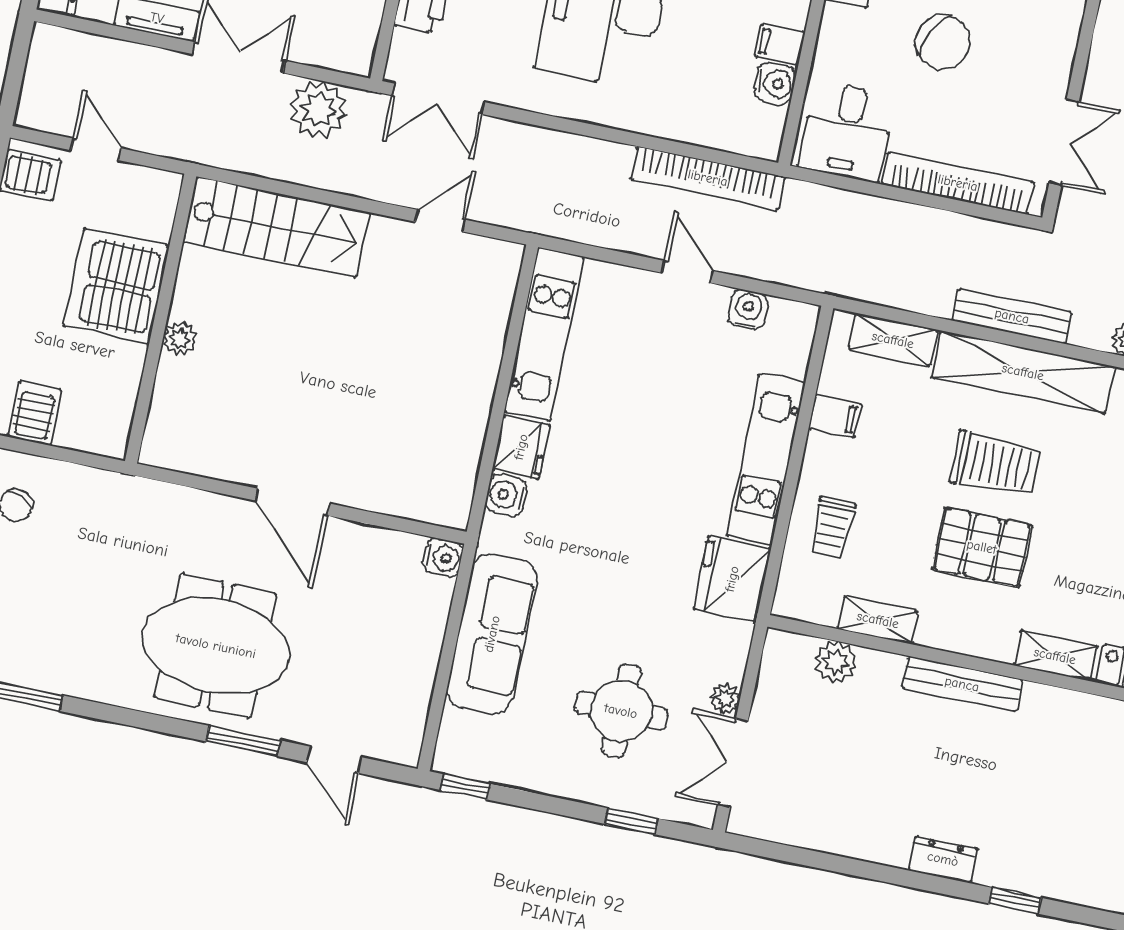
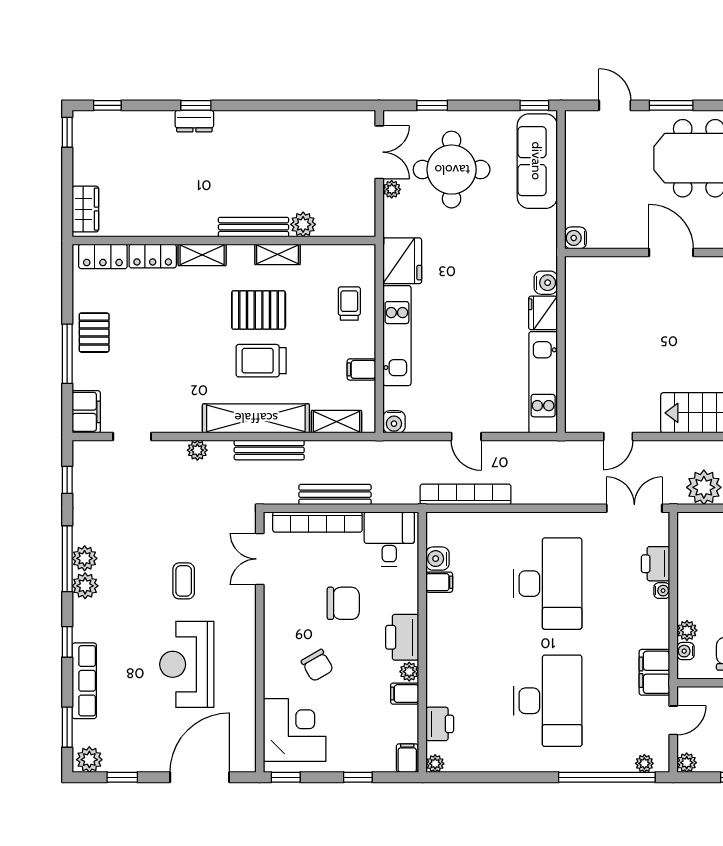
chair: (943, 42) -> (343, 603), turned 153
bench: (920, 222) -> (335, 495), added
water cooler: (748, 309) -> (394, 422), moved
shelving: (878, 620) -> (277, 254), moved
sofa: (492, 634) -> (537, 161), moved
plant: (836, 662) -> (303, 224), moved
round table: (621, 711) -> (452, 170), width x1.36, depth x1.36
dresser: (943, 859) -> (194, 121), moved

